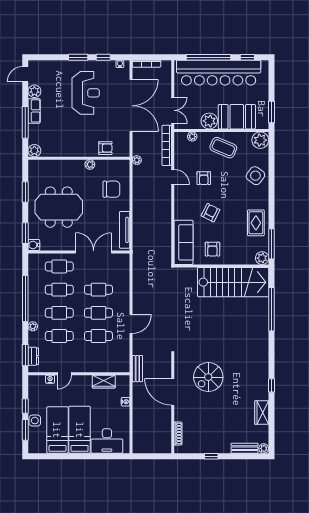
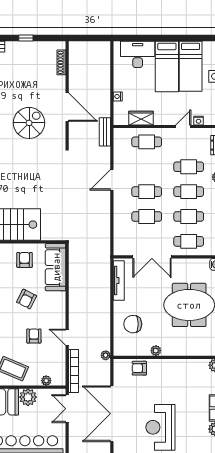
cafe table: (98, 336) -> (147, 142), moved

